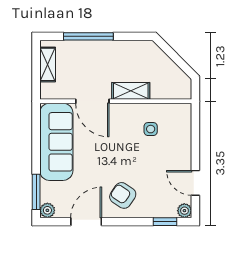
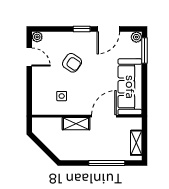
door: (92, 101) -> (104, 116), hinge flipped
armchair: (123, 195) -> (72, 63), moved
window: (165, 222) -> (82, 29), moved

